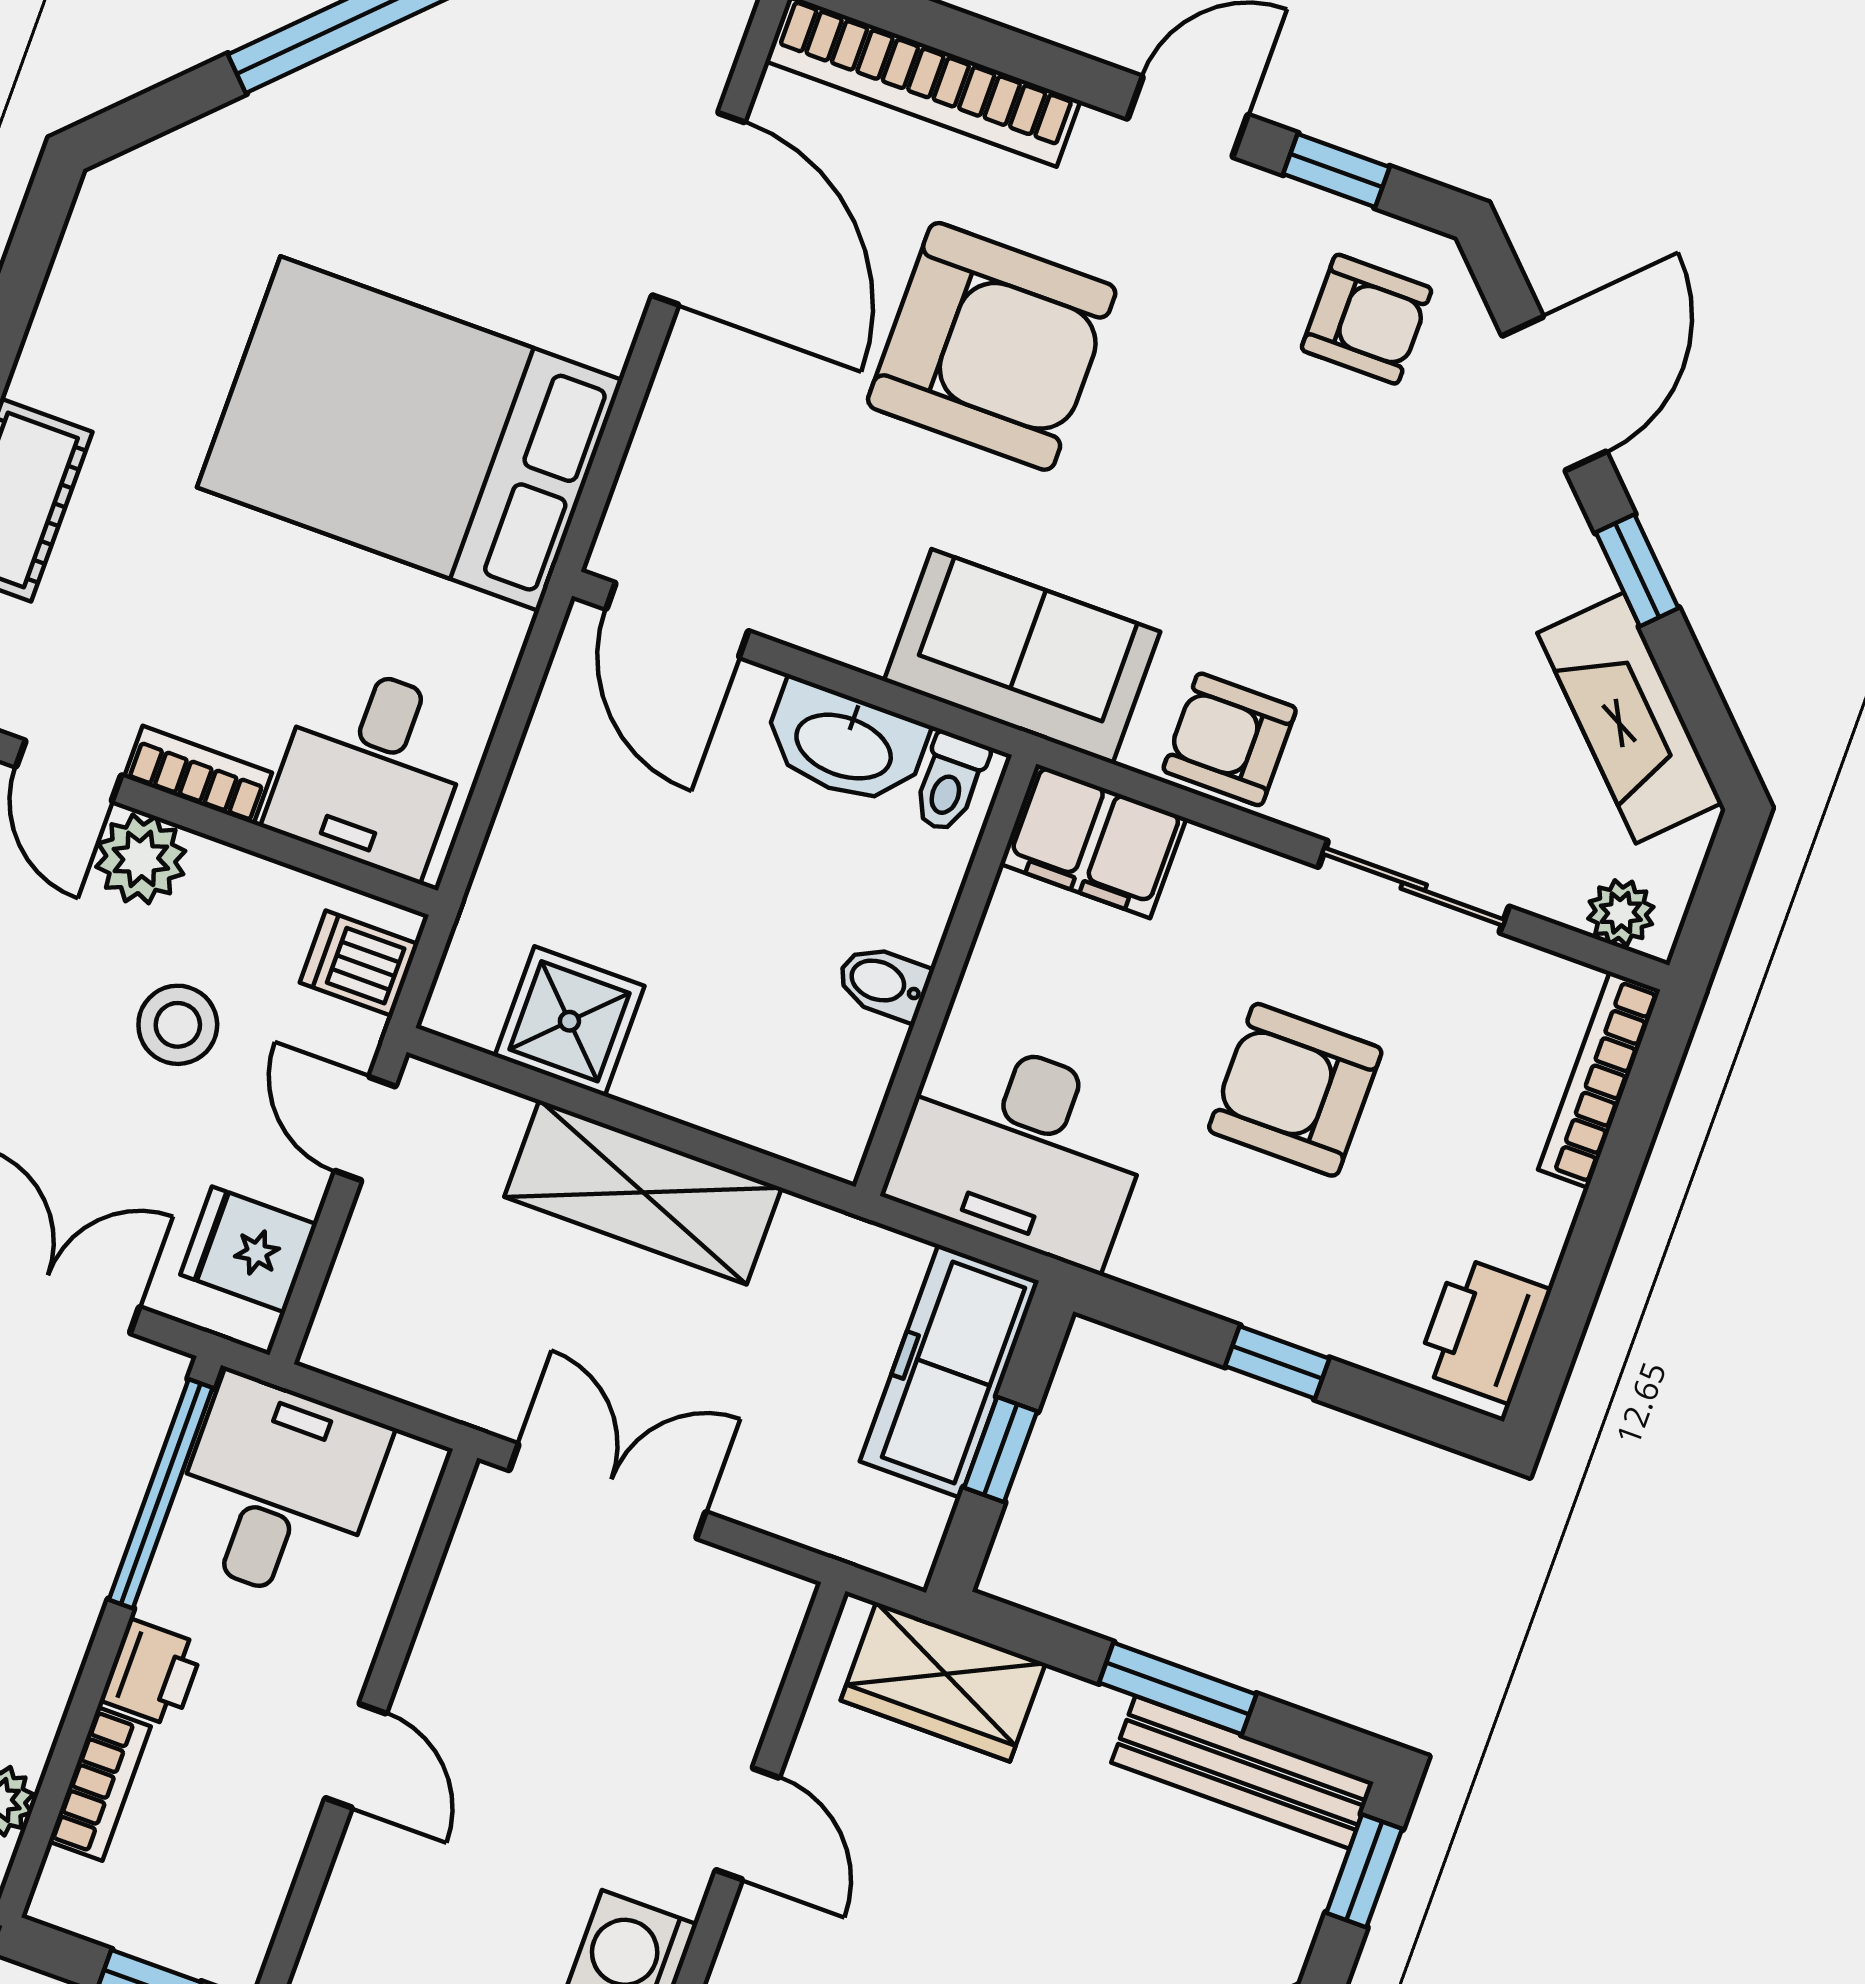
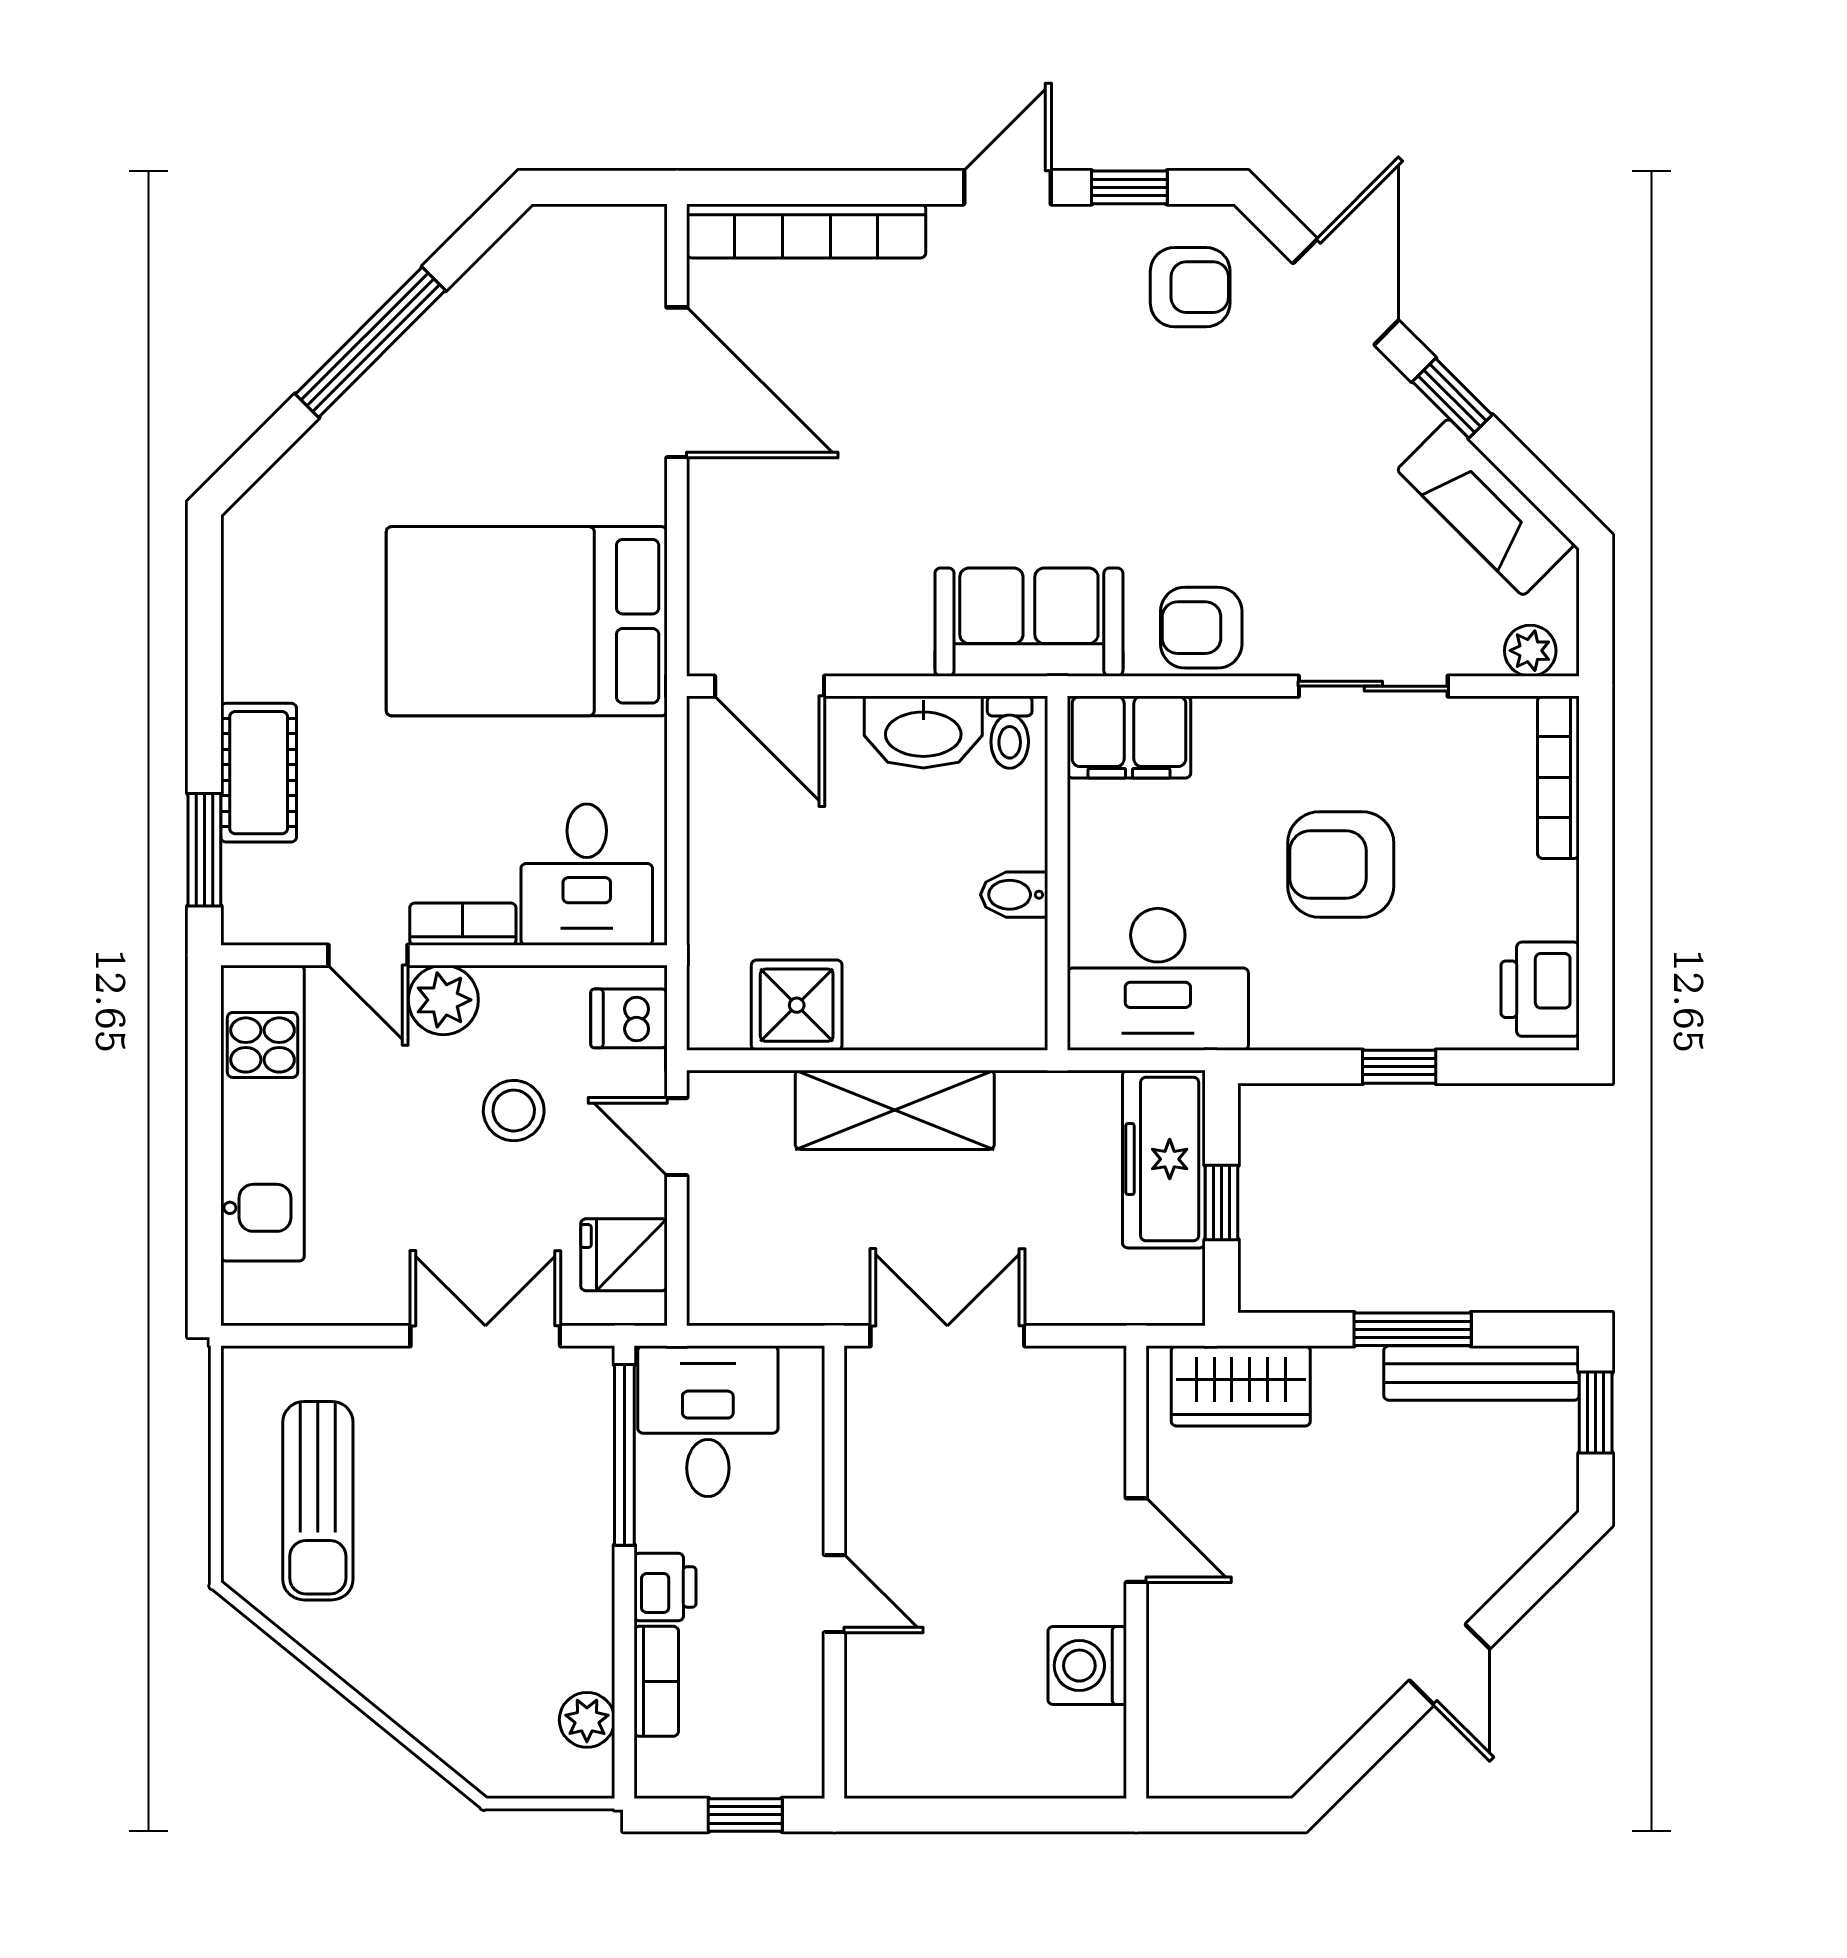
armchair: (992, 346) -> (926, 405), removed

